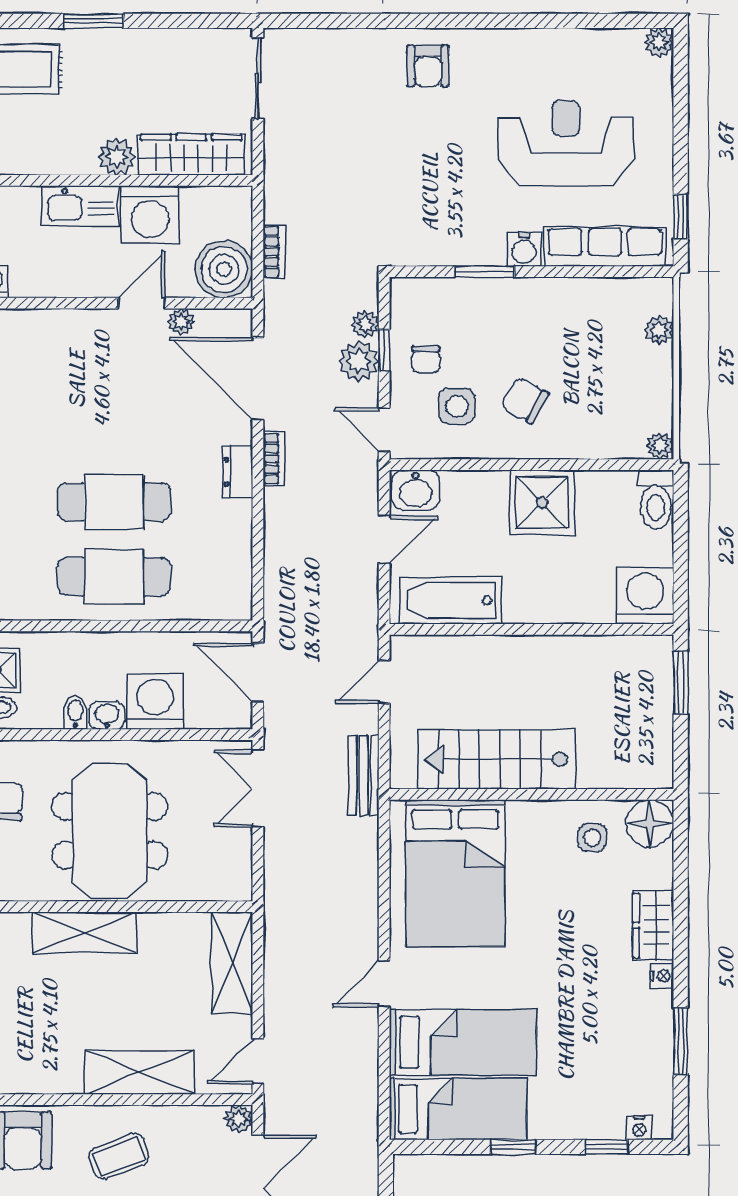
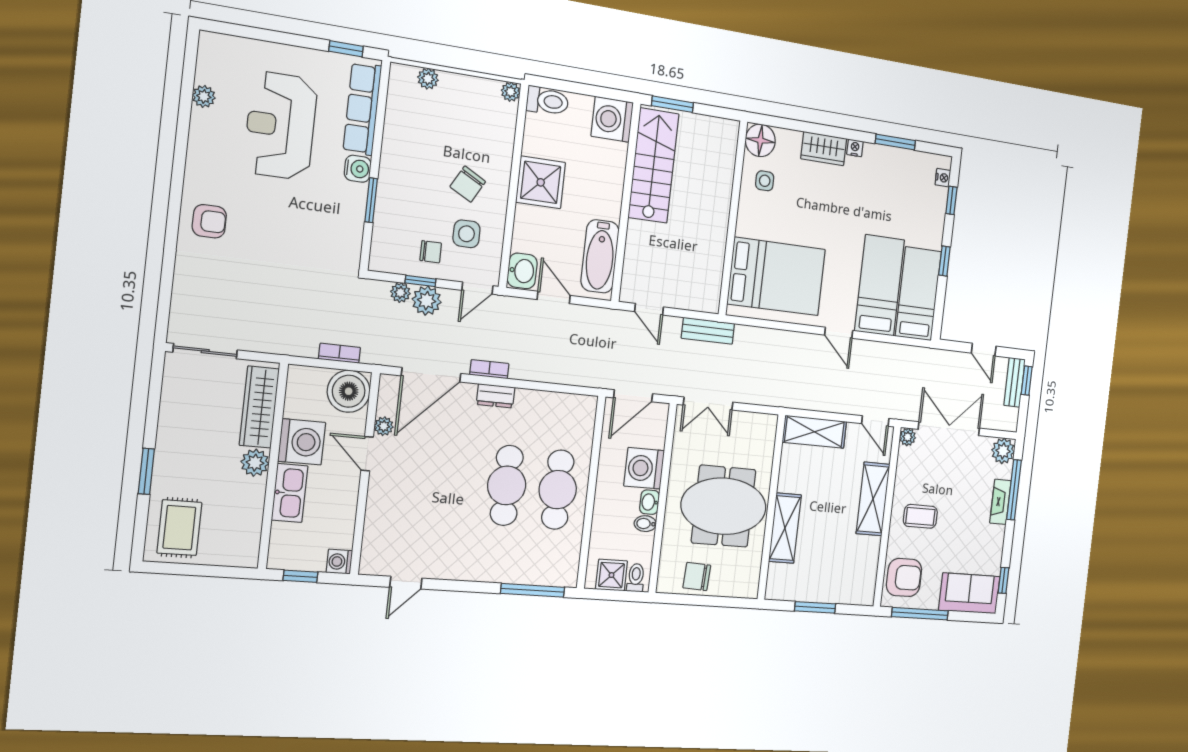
plant: (659, 42) -> (204, 96), moved
stairs: (497, 759) -> (654, 166), moved, turned 180
coffee table: (119, 1156) -> (920, 516), turned -70

